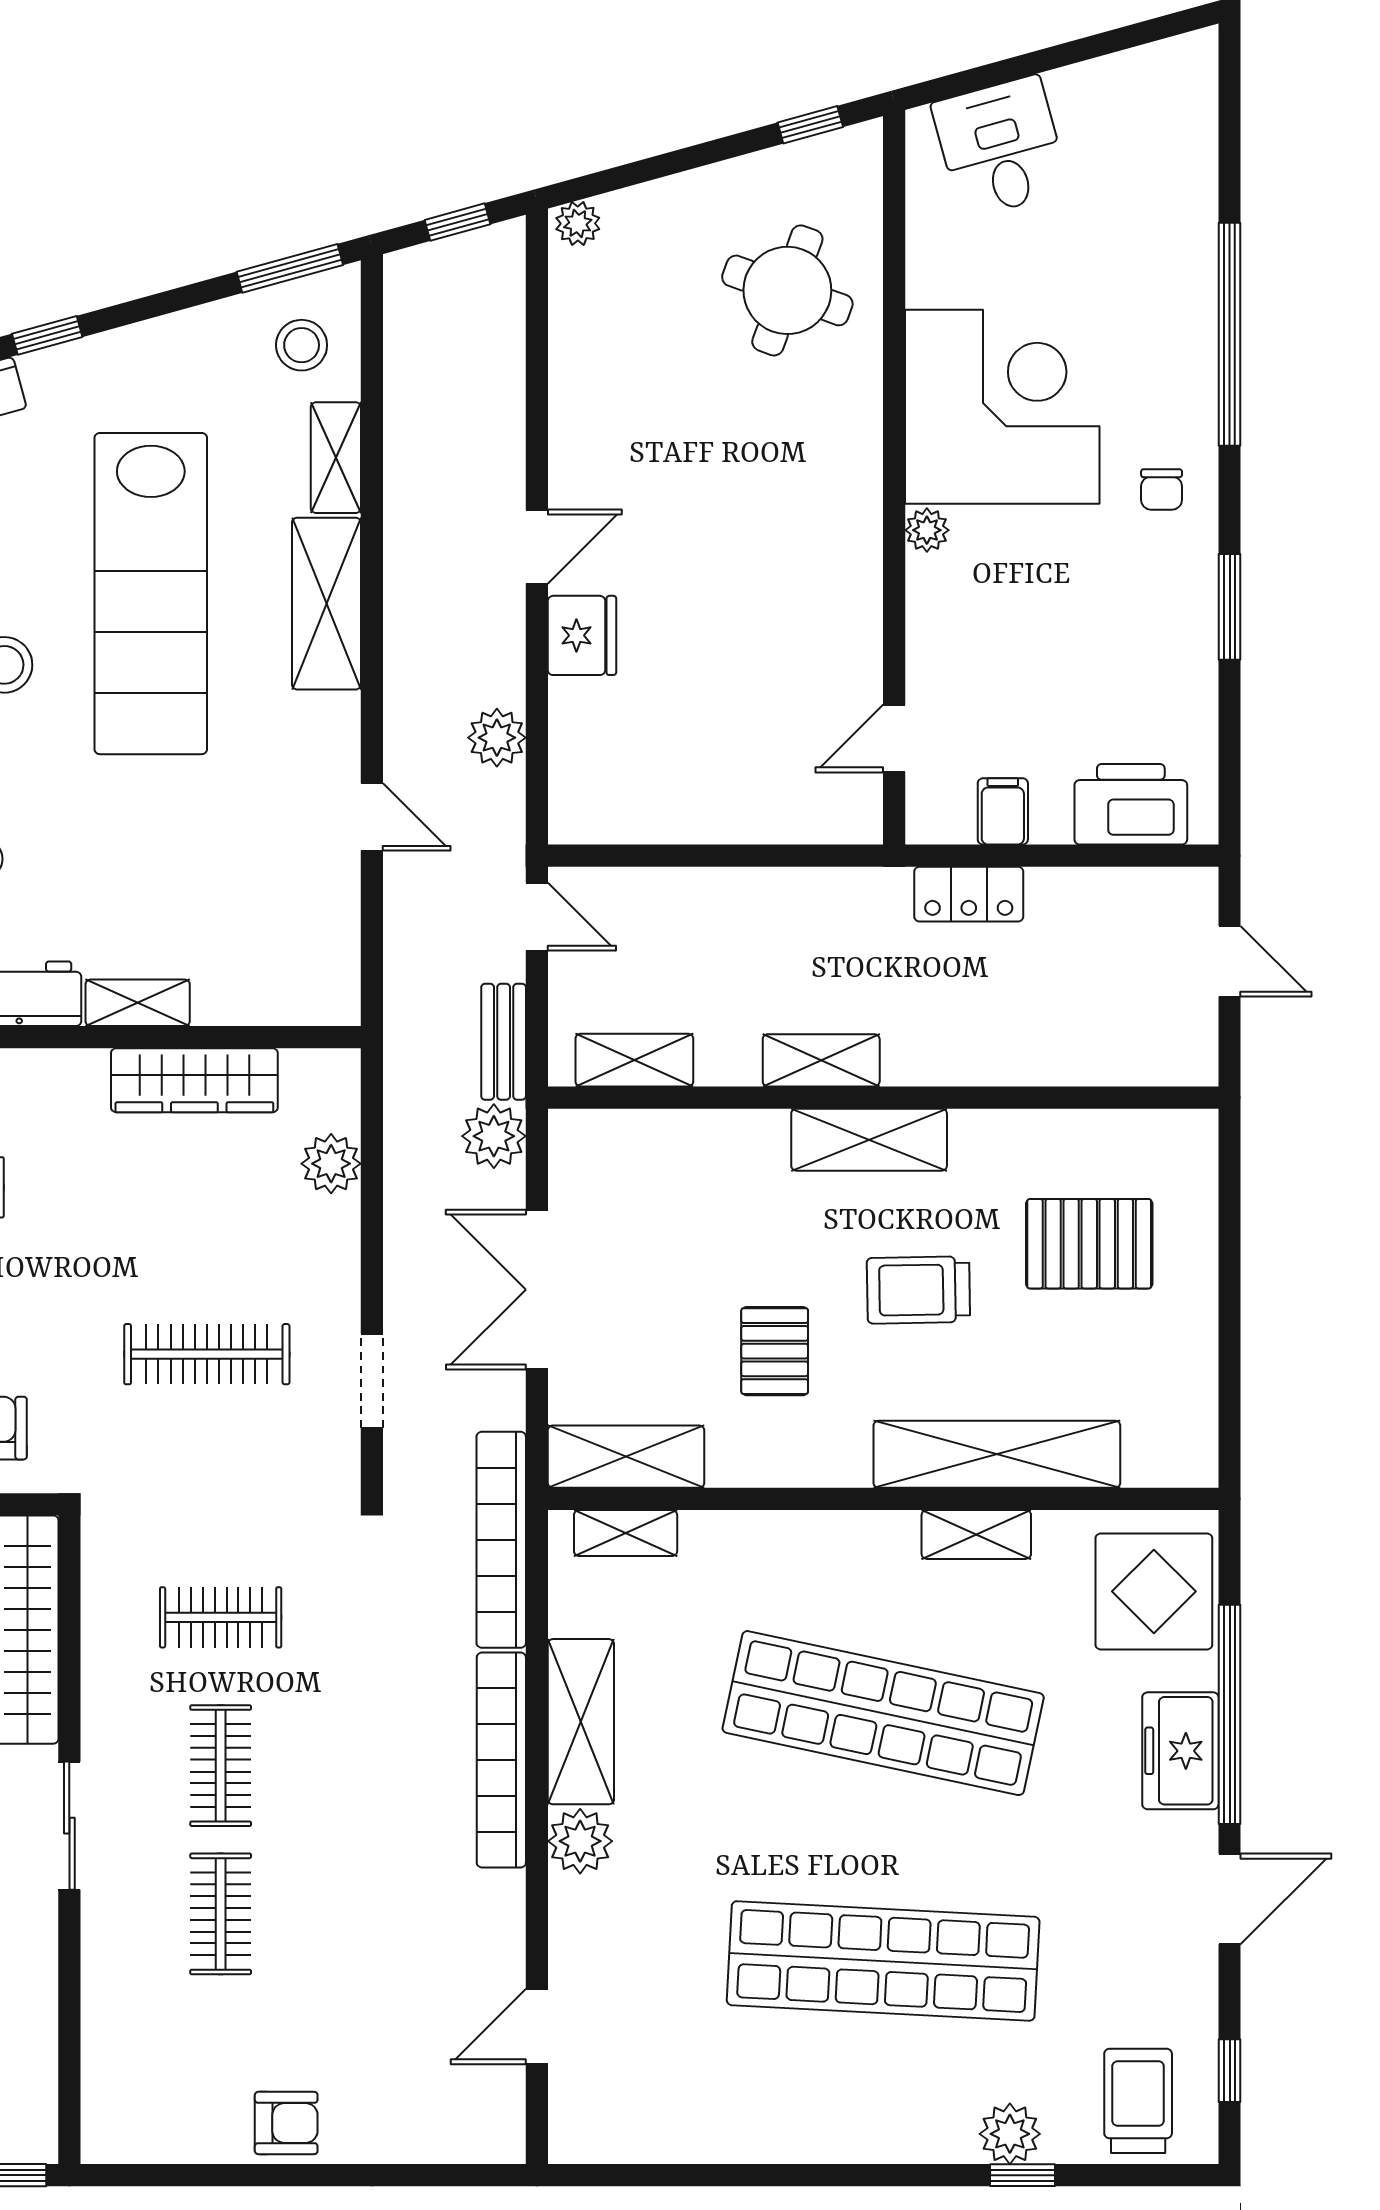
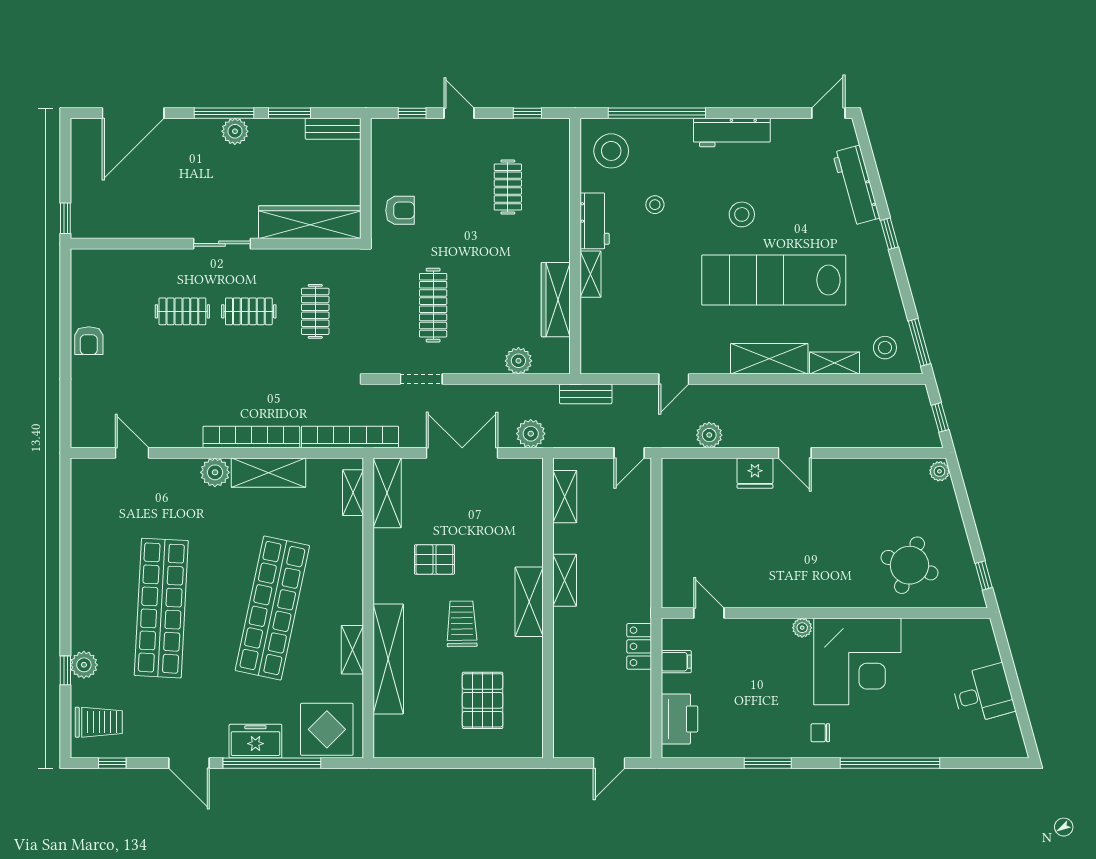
desk: (1001, 147) -> (983, 694), moved
bench: (504, 1042) -> (586, 394), moved

